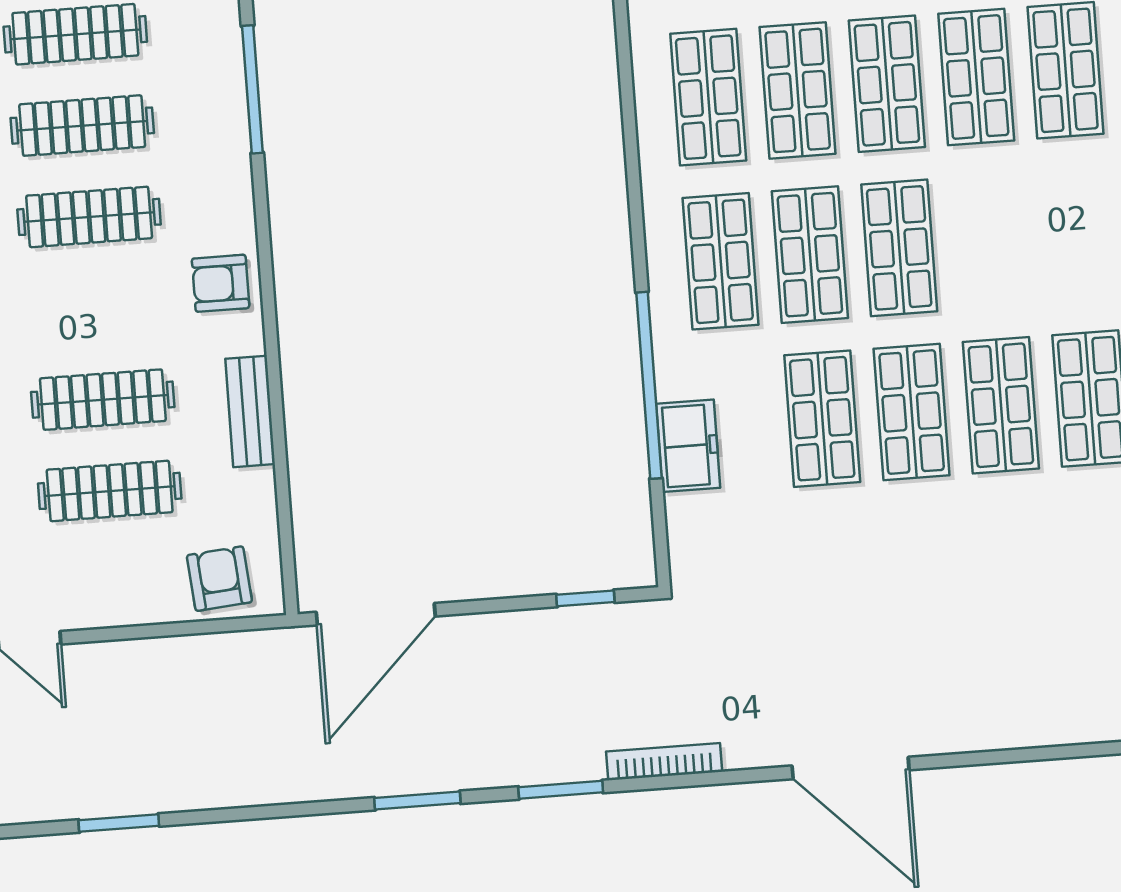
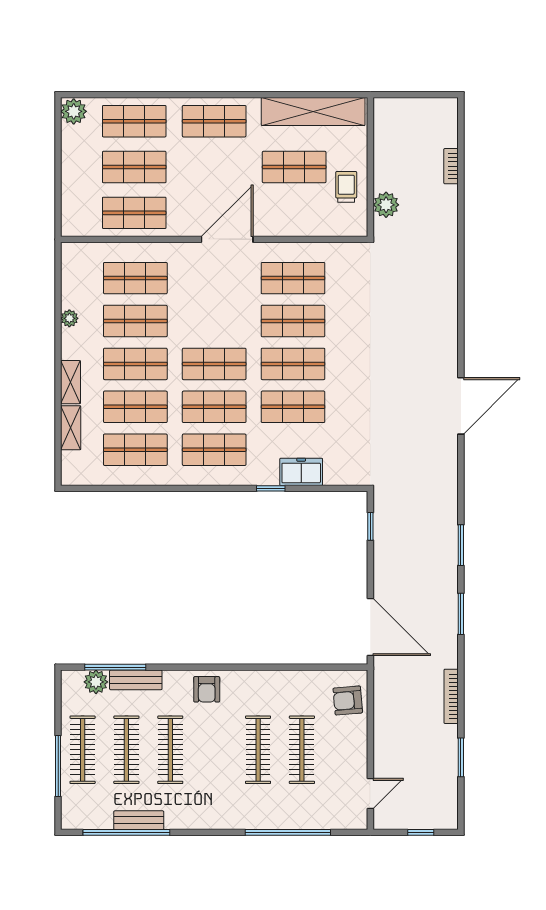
plant: (219, 51) -> (96, 682), added
window: (649, 385) -> (271, 488), width x0.32
bench: (250, 411) -> (136, 680), moved
bookcase: (664, 762) -> (451, 696), moved

